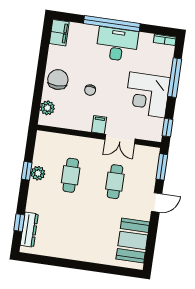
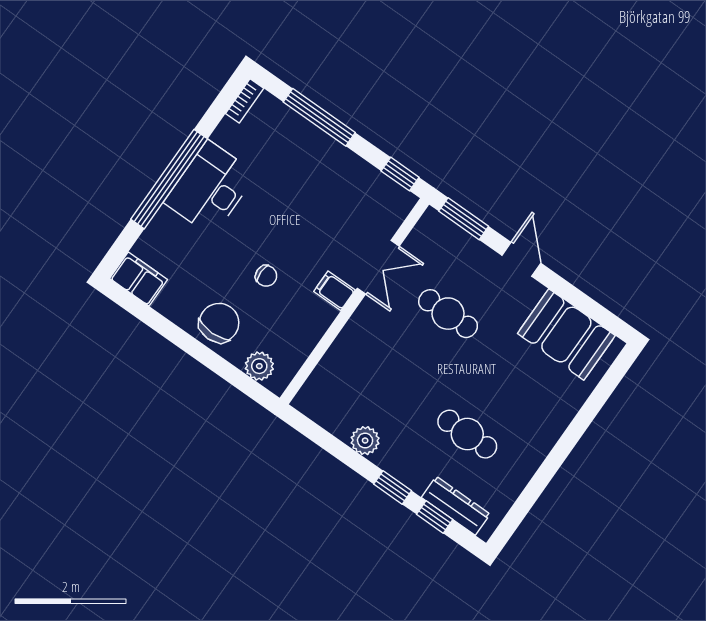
chair: (58, 80) -> (219, 323), turned 90
corner desk: (147, 95) -> (325, 180), removed
window: (27, 171) -> (393, 487), moved
cafe table: (71, 175) -> (467, 434), moved

